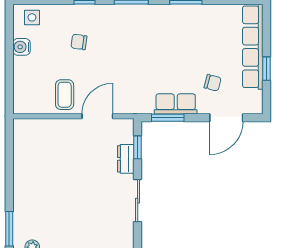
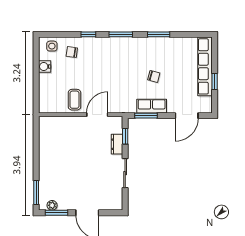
chair: (79, 42) -> (72, 52), moved
chair: (213, 83) -> (154, 76), moved

